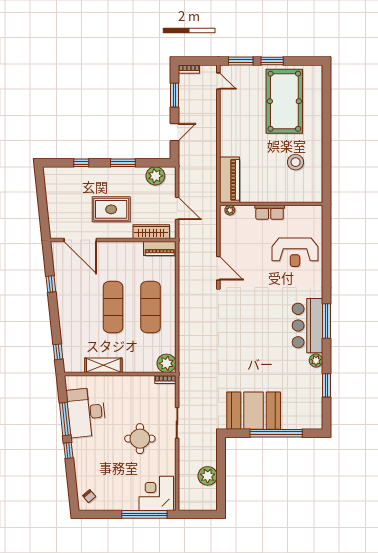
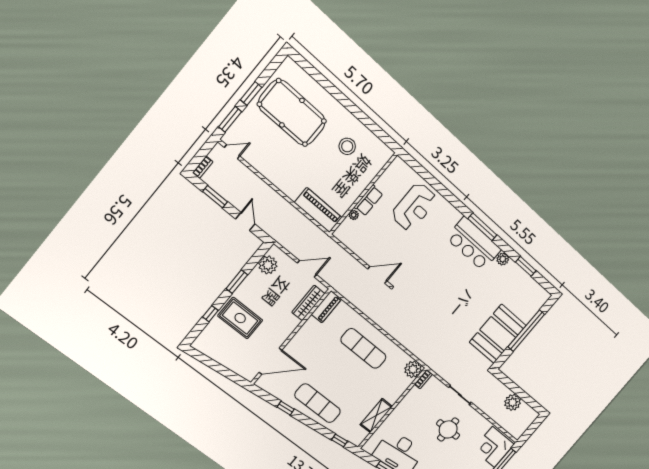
rug: (111, 209) -> (240, 318), moved, turned 90
plant: (230, 210) -> (354, 215), moved
exercise mat: (113, 307) -> (318, 403), moved

